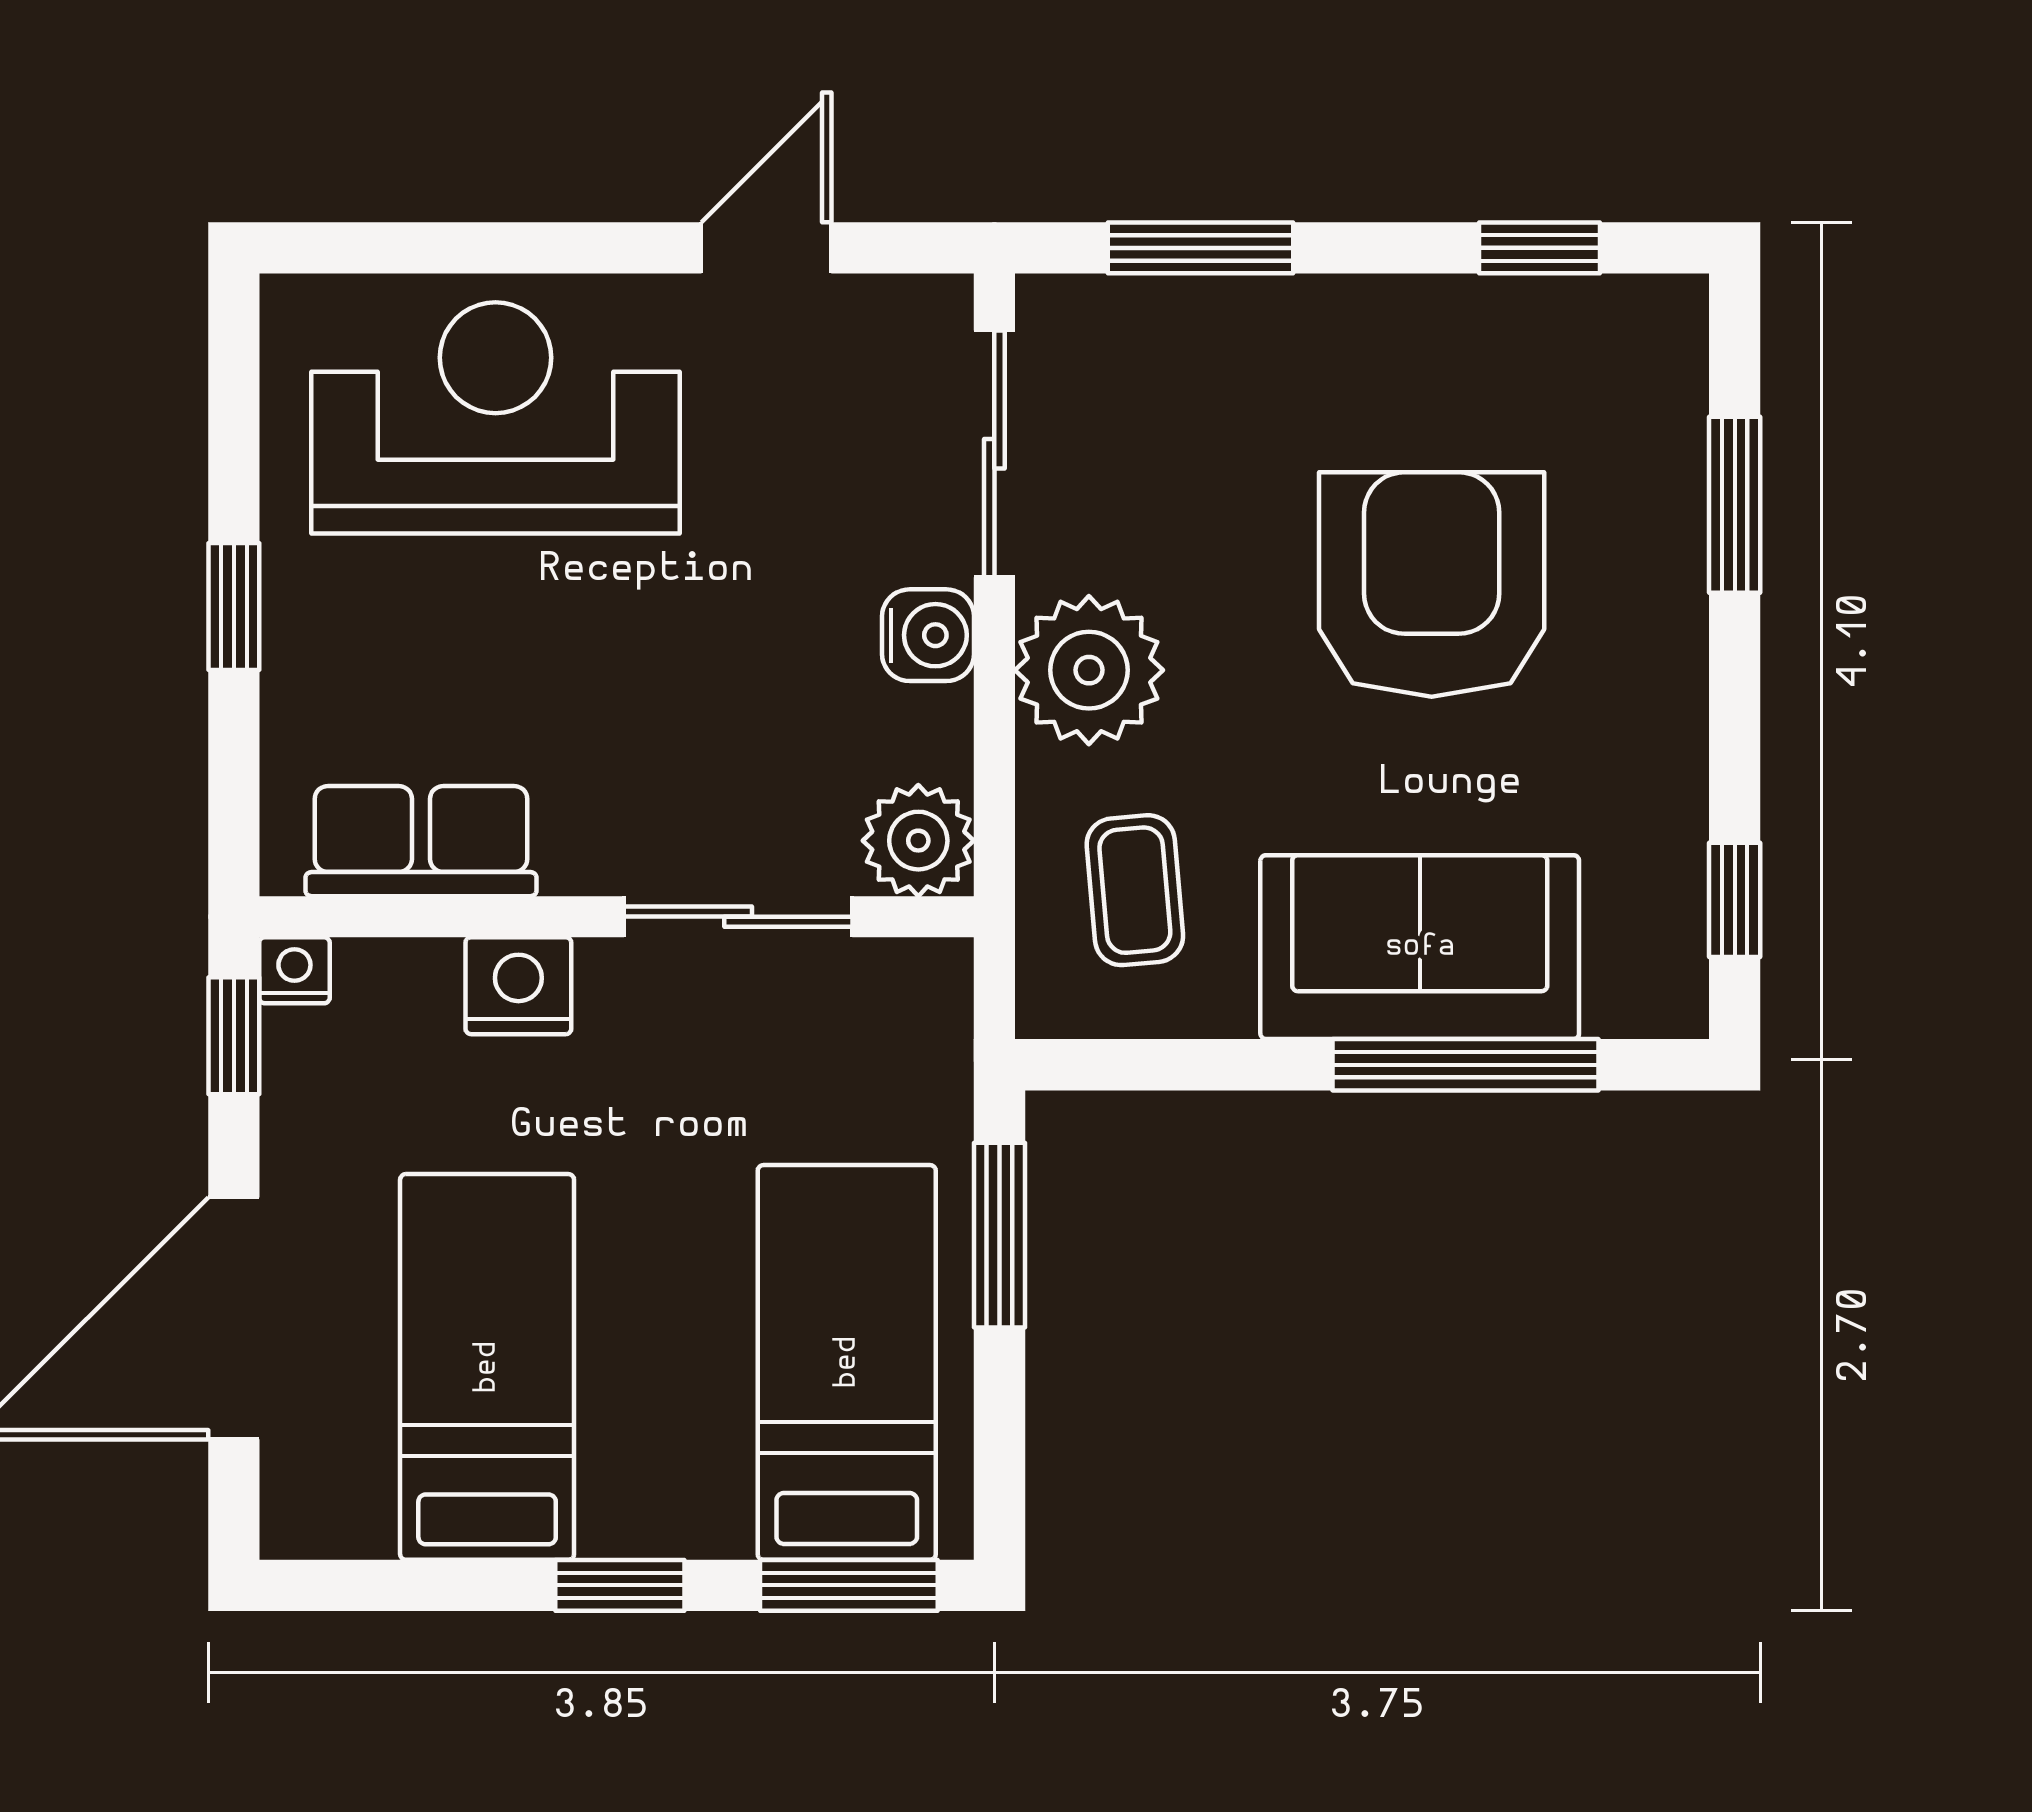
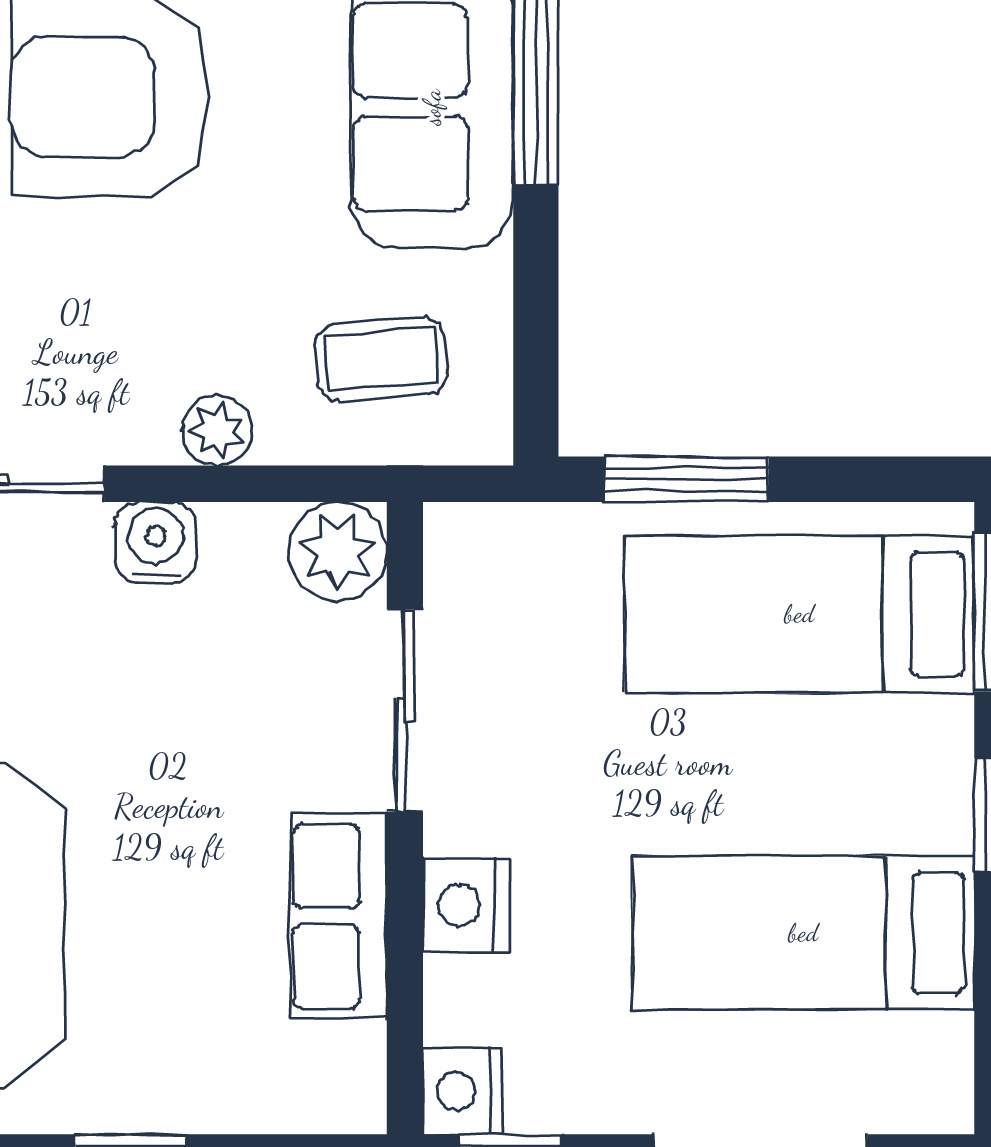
plant: (1089, 670) -> (217, 431), width x0.53, depth x0.53
row of seats: (421, 841) -> (338, 916), moved
nightstand: (294, 970) -> (463, 1091), width x1.39, depth x1.35

